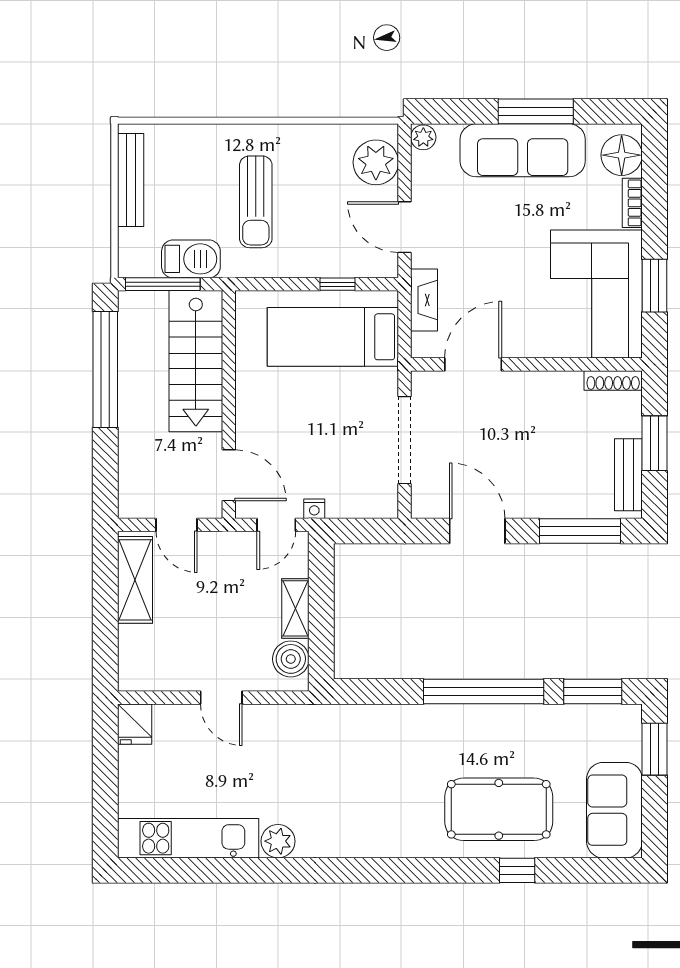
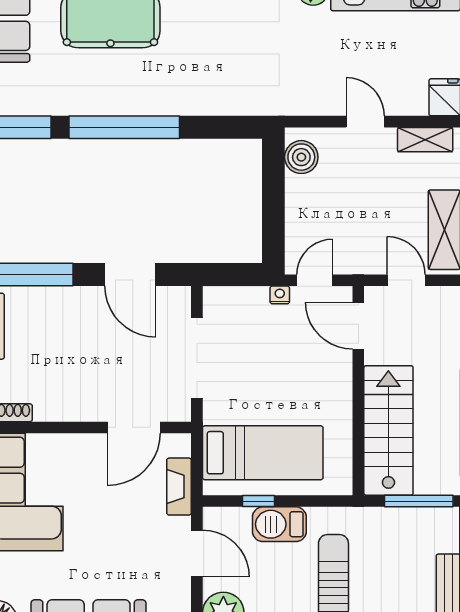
barbecue: (191, 259) -> (279, 524), moved
shelving: (295, 608) -> (425, 140), moved, turned 90

